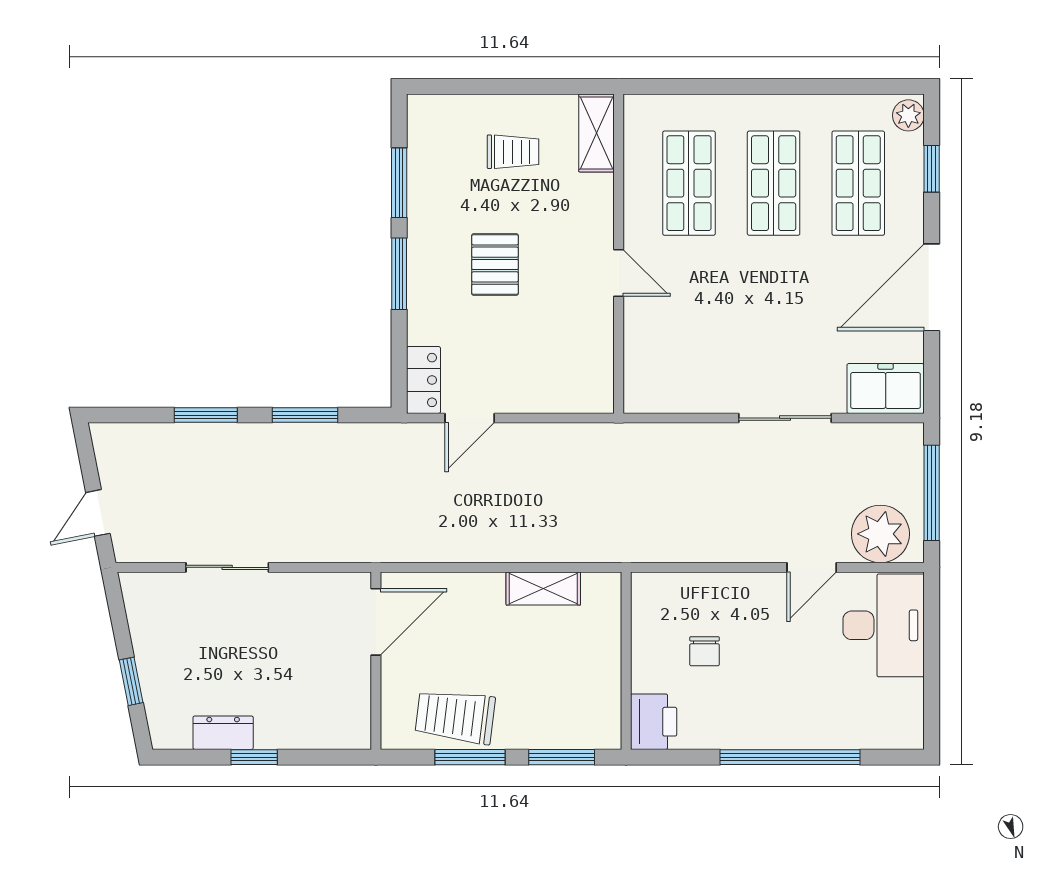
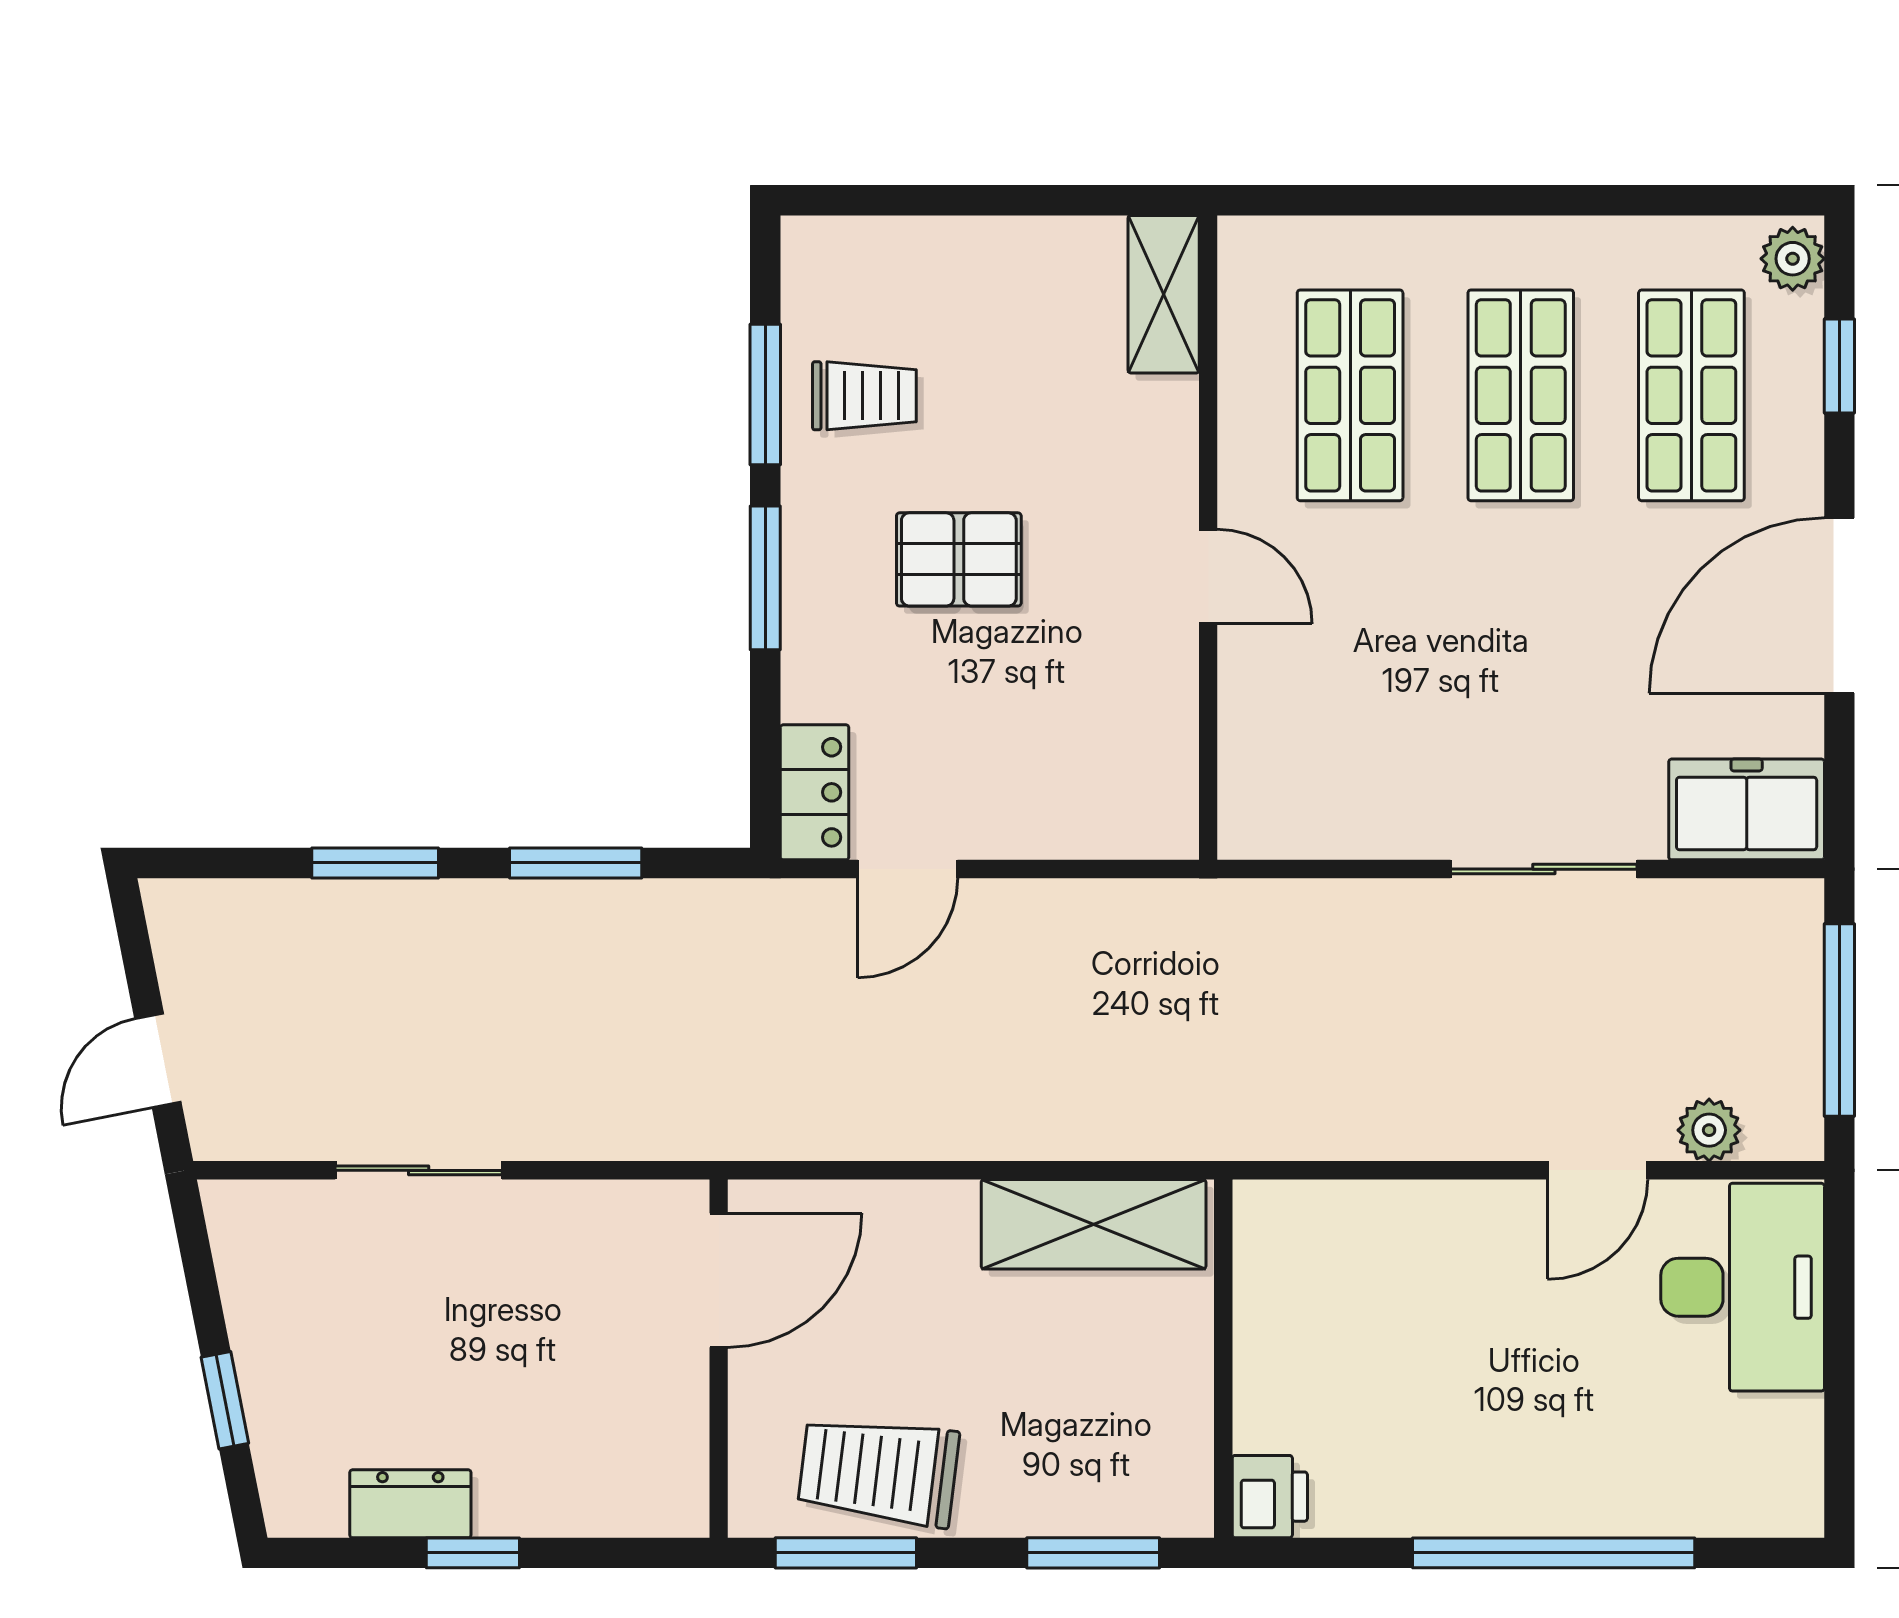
trolley: (513, 152) -> (864, 396), moved
pallet: (495, 265) -> (959, 559), turned 90
plant: (880, 534) -> (1709, 1130), width x0.53, depth x0.53
shelving: (543, 589) -> (1094, 1224), width x1.50, depth x1.33
chair: (704, 651) -> (1381, 1339), removed
printer: (654, 722) -> (1270, 1497), width x0.73, depth x0.81
window: (470, 757) -> (846, 1553), moved

